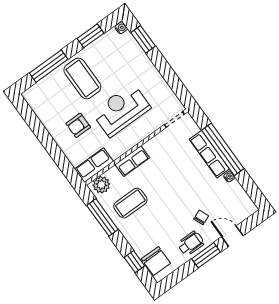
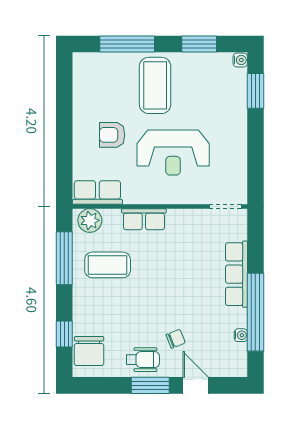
reception desk: (121, 110) -> (173, 153), turned 180
window: (223, 149) -> (255, 312), moved
water cooler: (229, 176) -> (241, 335), moved

